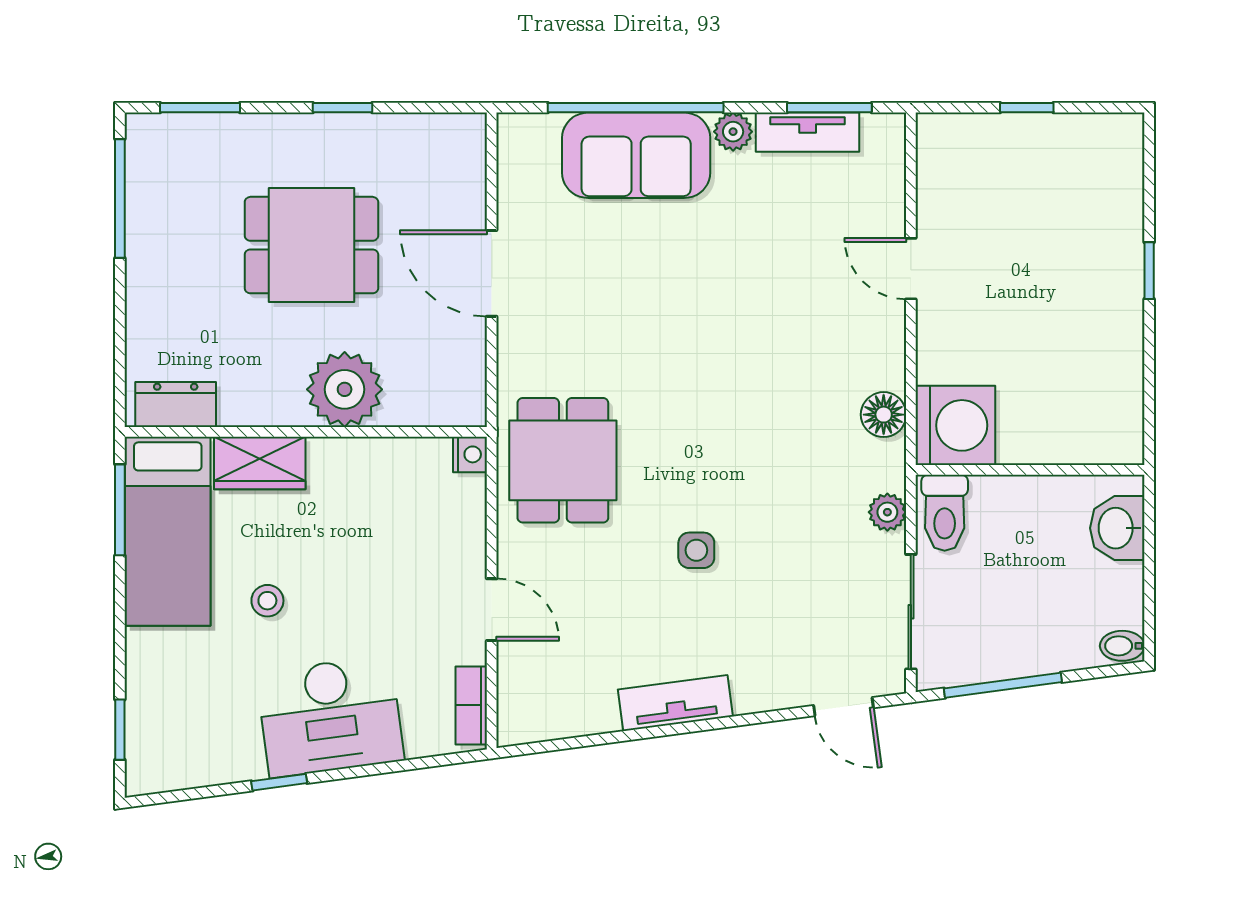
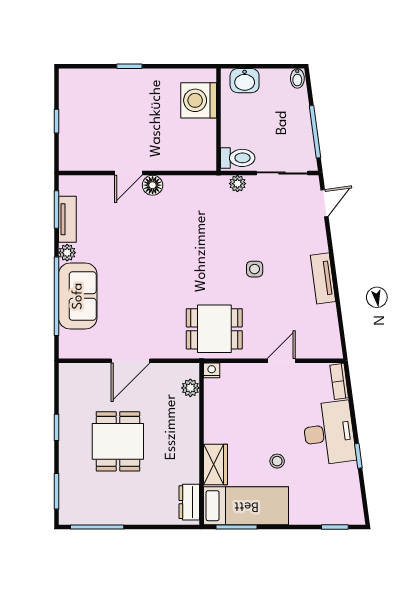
plant: (345, 389) -> (190, 388), moved, width x0.53, depth x0.53
floor lamp: (884, 415) -> (153, 185), moved
washing machine: (955, 425) -> (199, 100), moved, turned -90
bookcase: (471, 705) -> (339, 381), moved, turned 82

